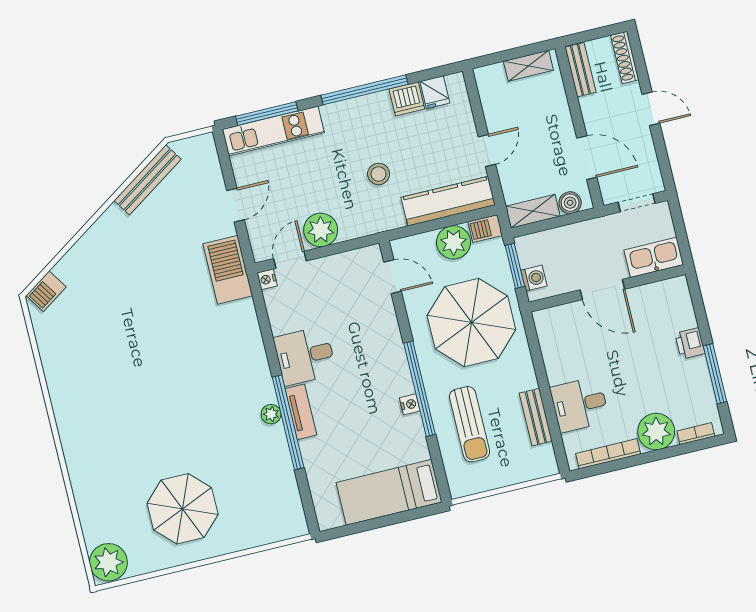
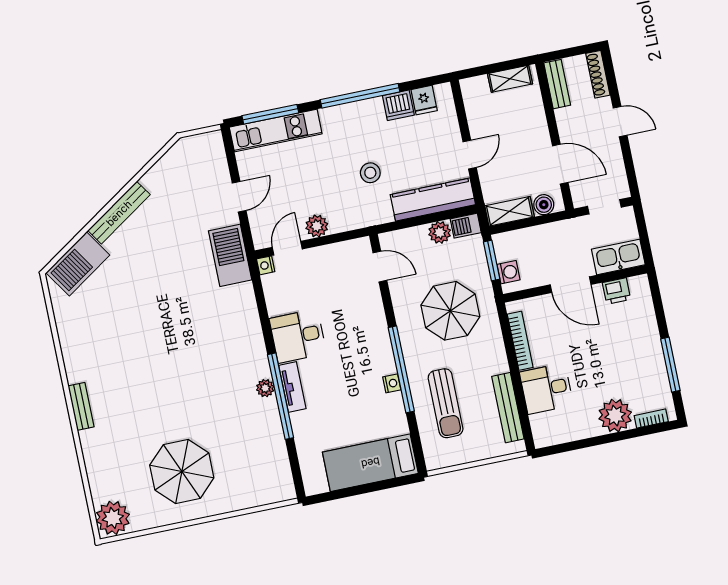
bench: (148, 180) -> (119, 213), moved
plant: (321, 230) -> (317, 226), width x0.73, depth x0.73
plant: (454, 242) -> (440, 232), width x0.73, depth x0.73
barbecue: (46, 291) -> (78, 264), width x1.88, depth x1.53
parasol: (471, 323) -> (450, 311), width x0.73, depth x0.73
printer: (690, 343) -> (617, 291), moved, turned -90
bench: (536, 417) -> (508, 408), width x1.36
bench: (70, 441) -> (81, 406), added
bookcase: (608, 454) -> (520, 341), moved, turned 90

